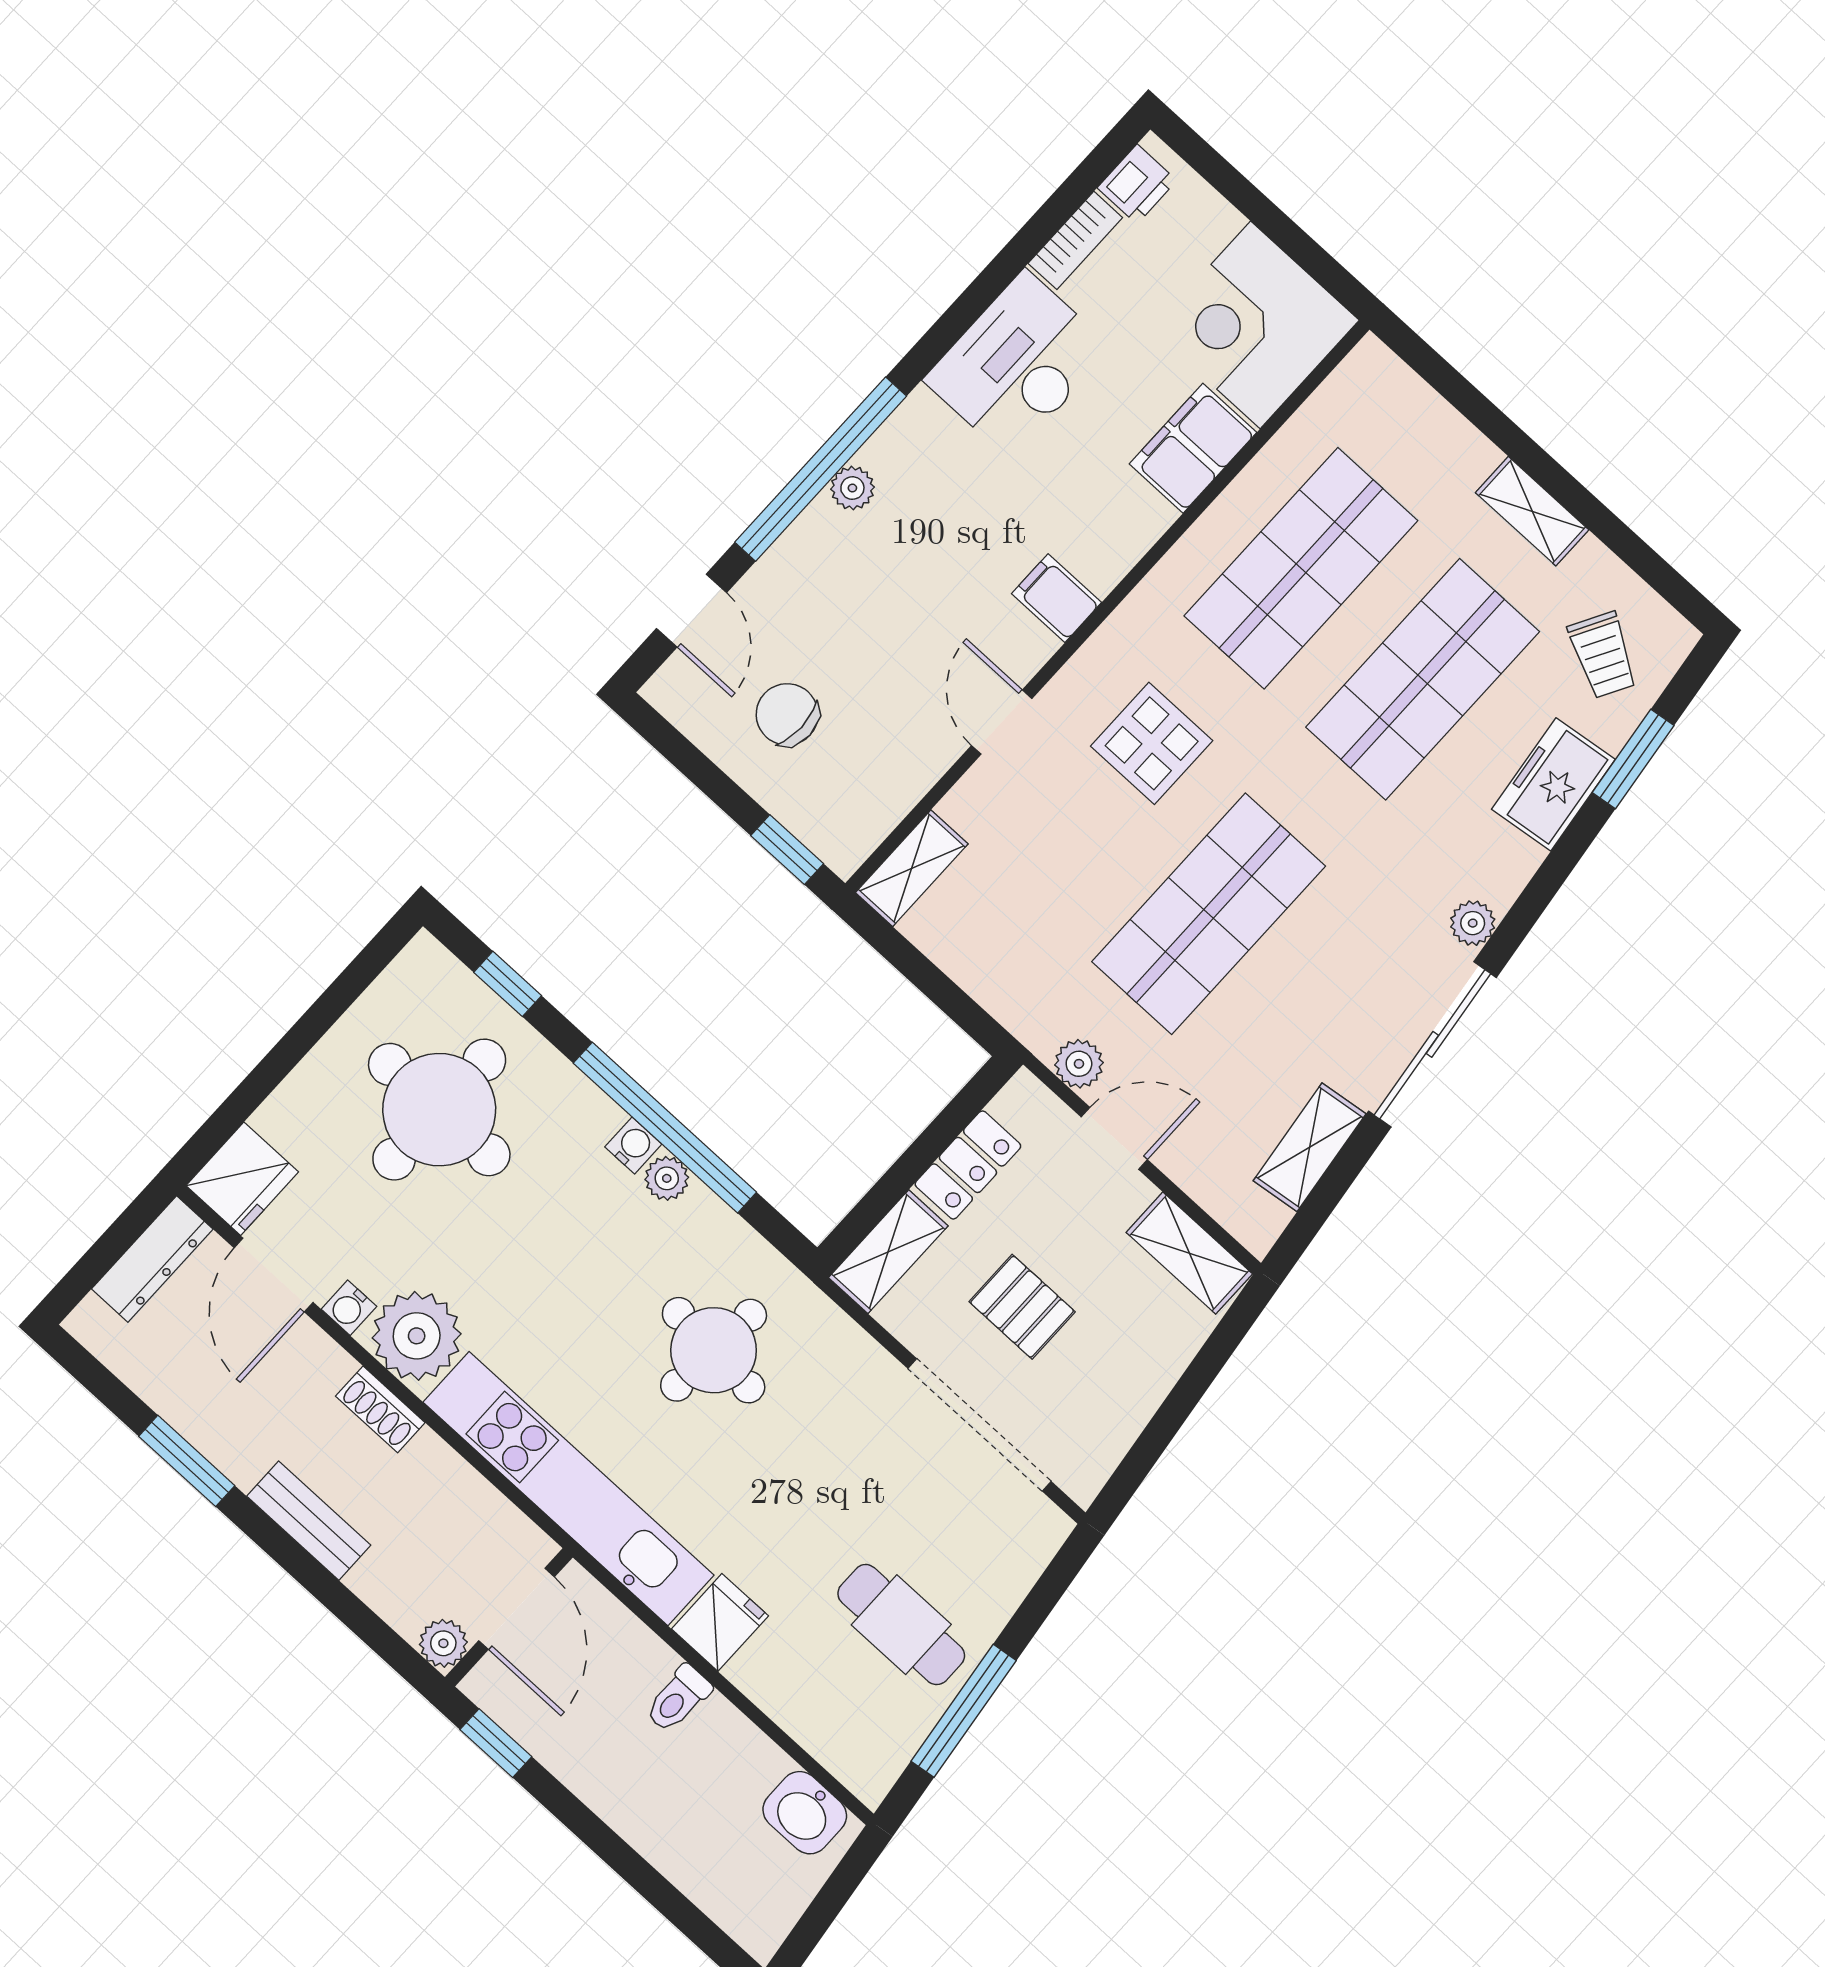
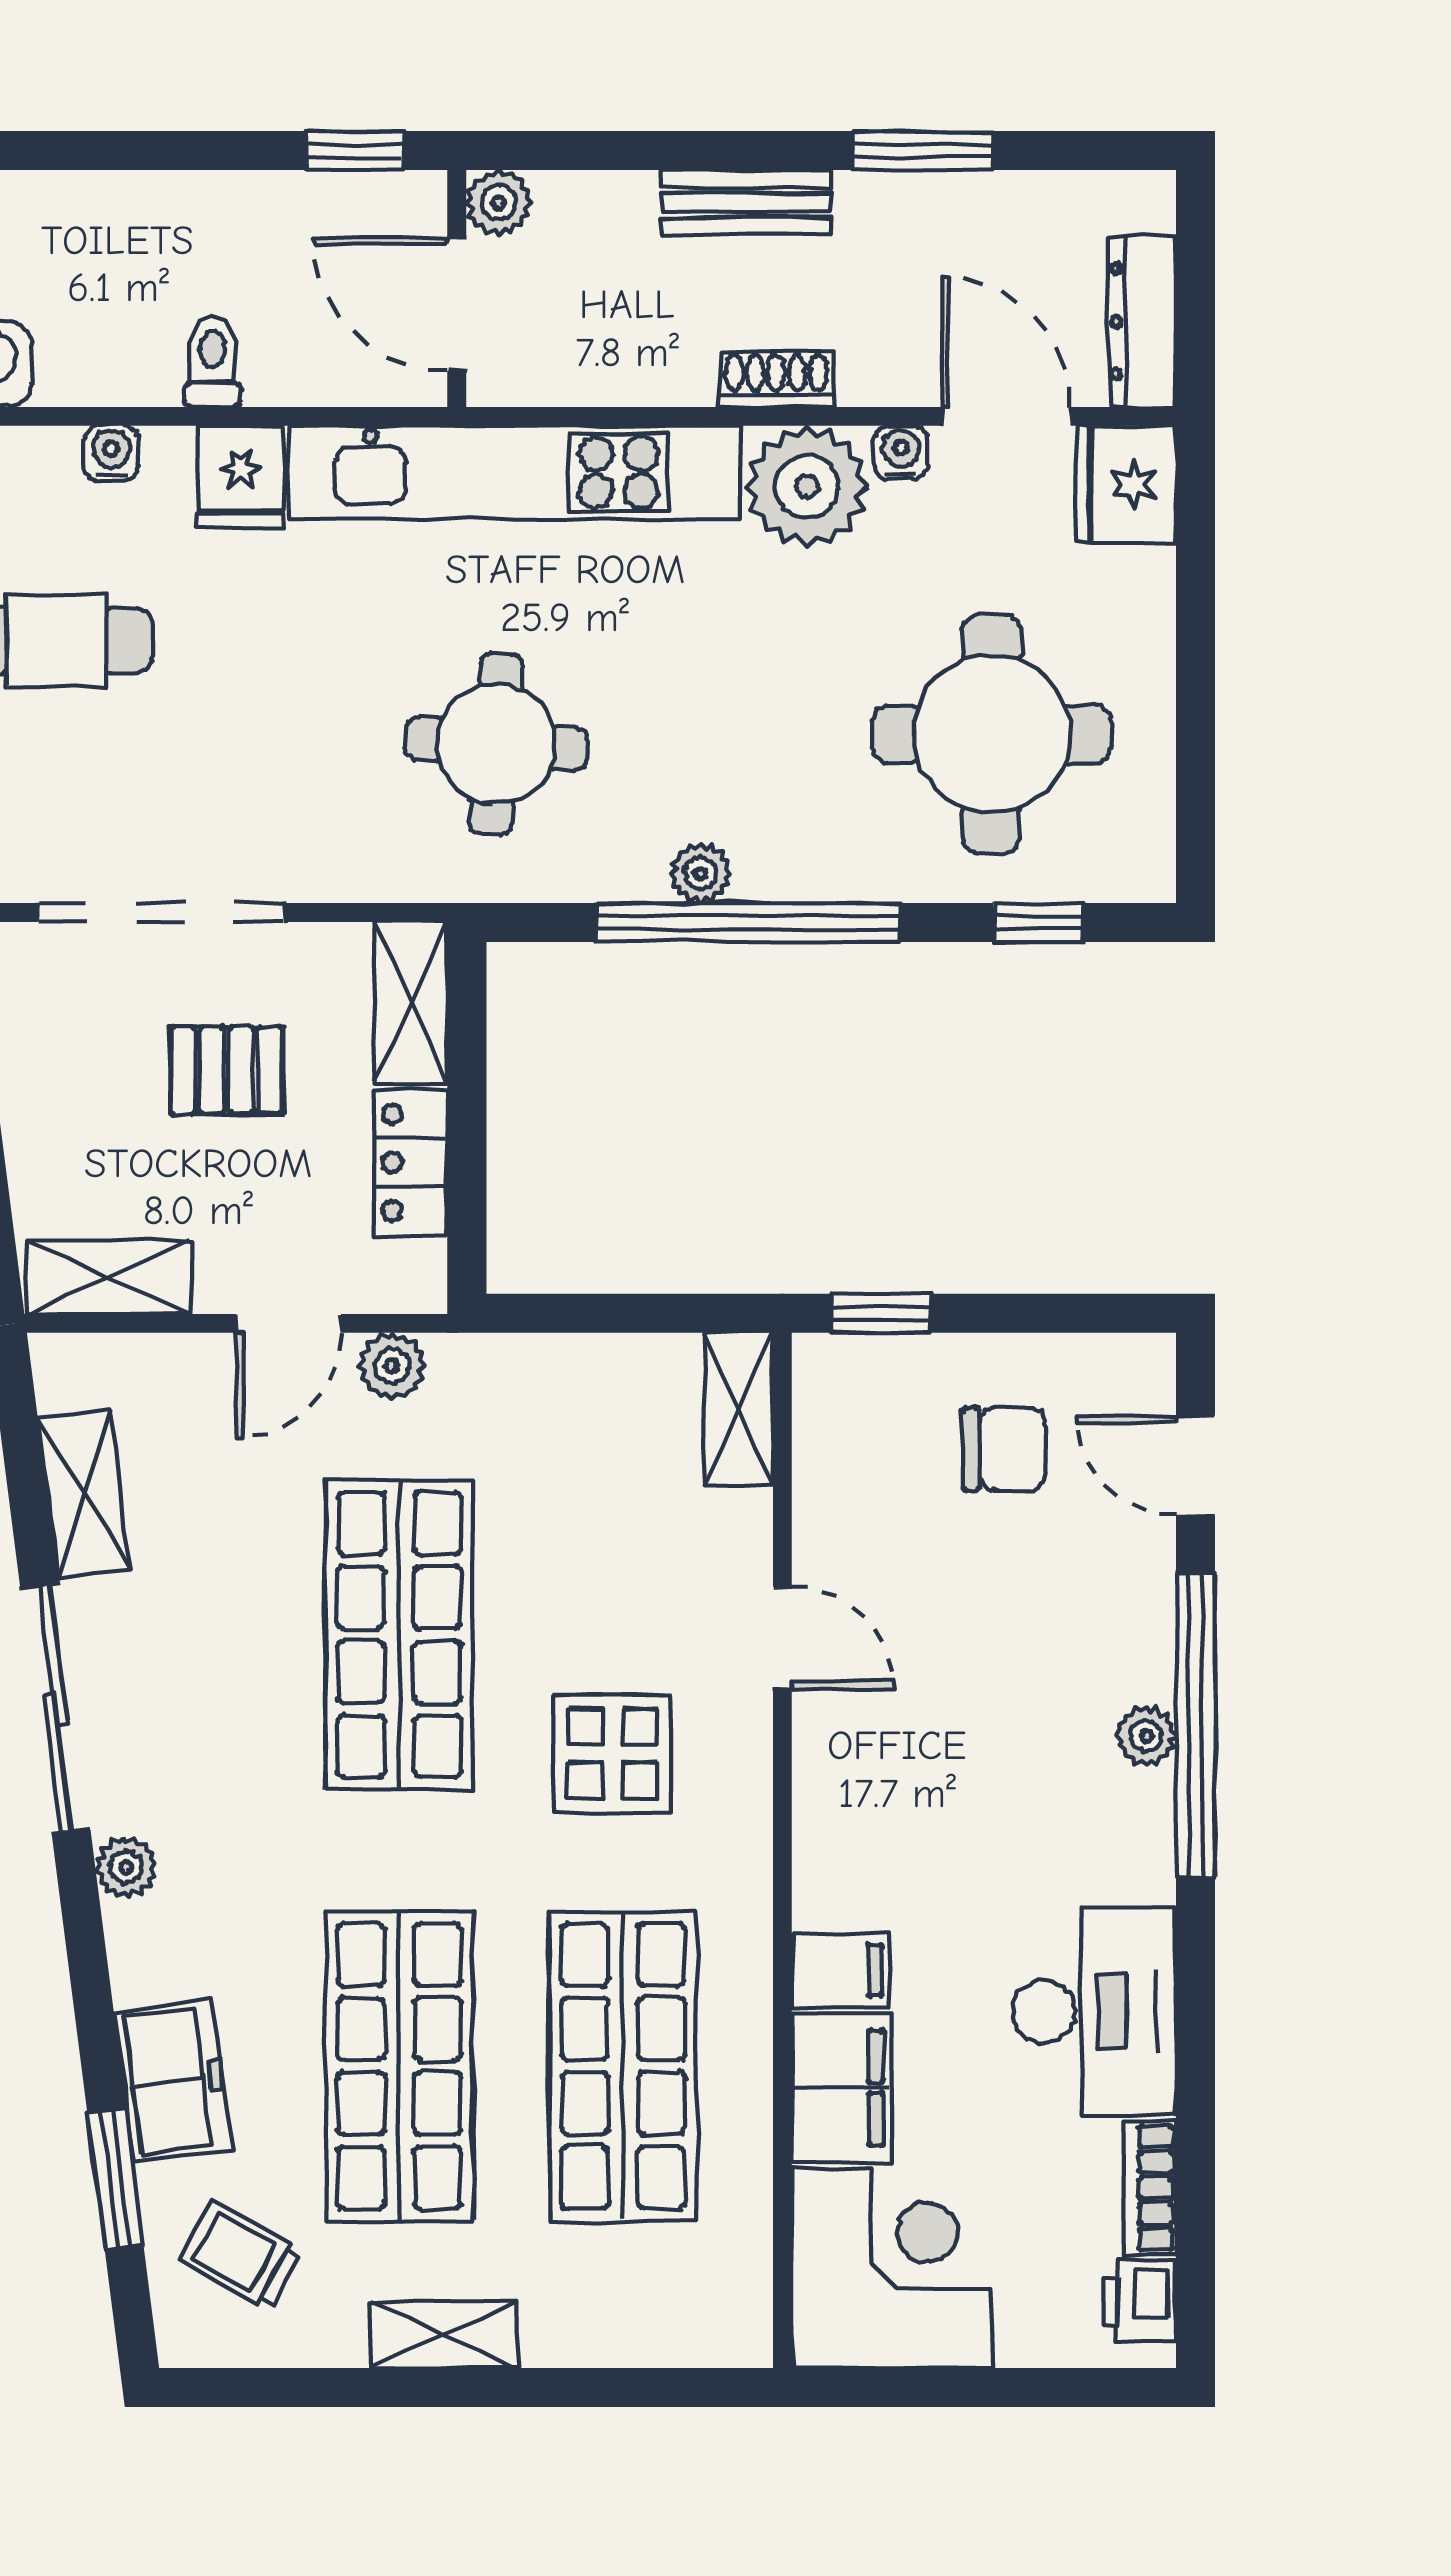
filing cabinet: (1056, 598) -> (841, 1970), moved
water cooler: (633, 1146) -> (111, 453), moved, turned 180

